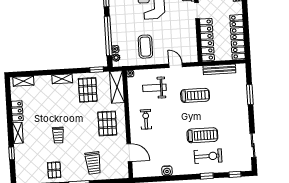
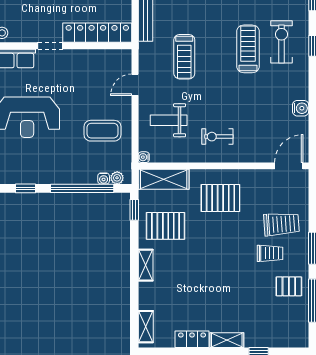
weight bench: (154, 88) -> (169, 120), turned 90
treadmill: (195, 95) -> (184, 57), turned 180
trolley: (58, 135) -> (270, 253), moved
door: (129, 153) -> (289, 166), moved

